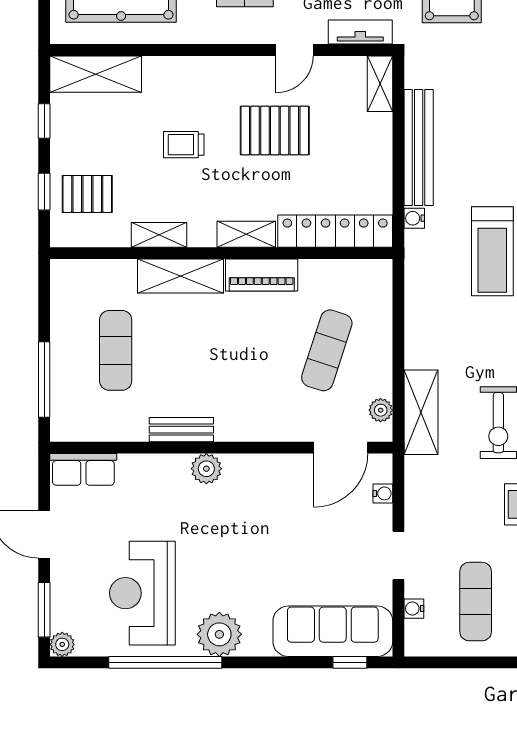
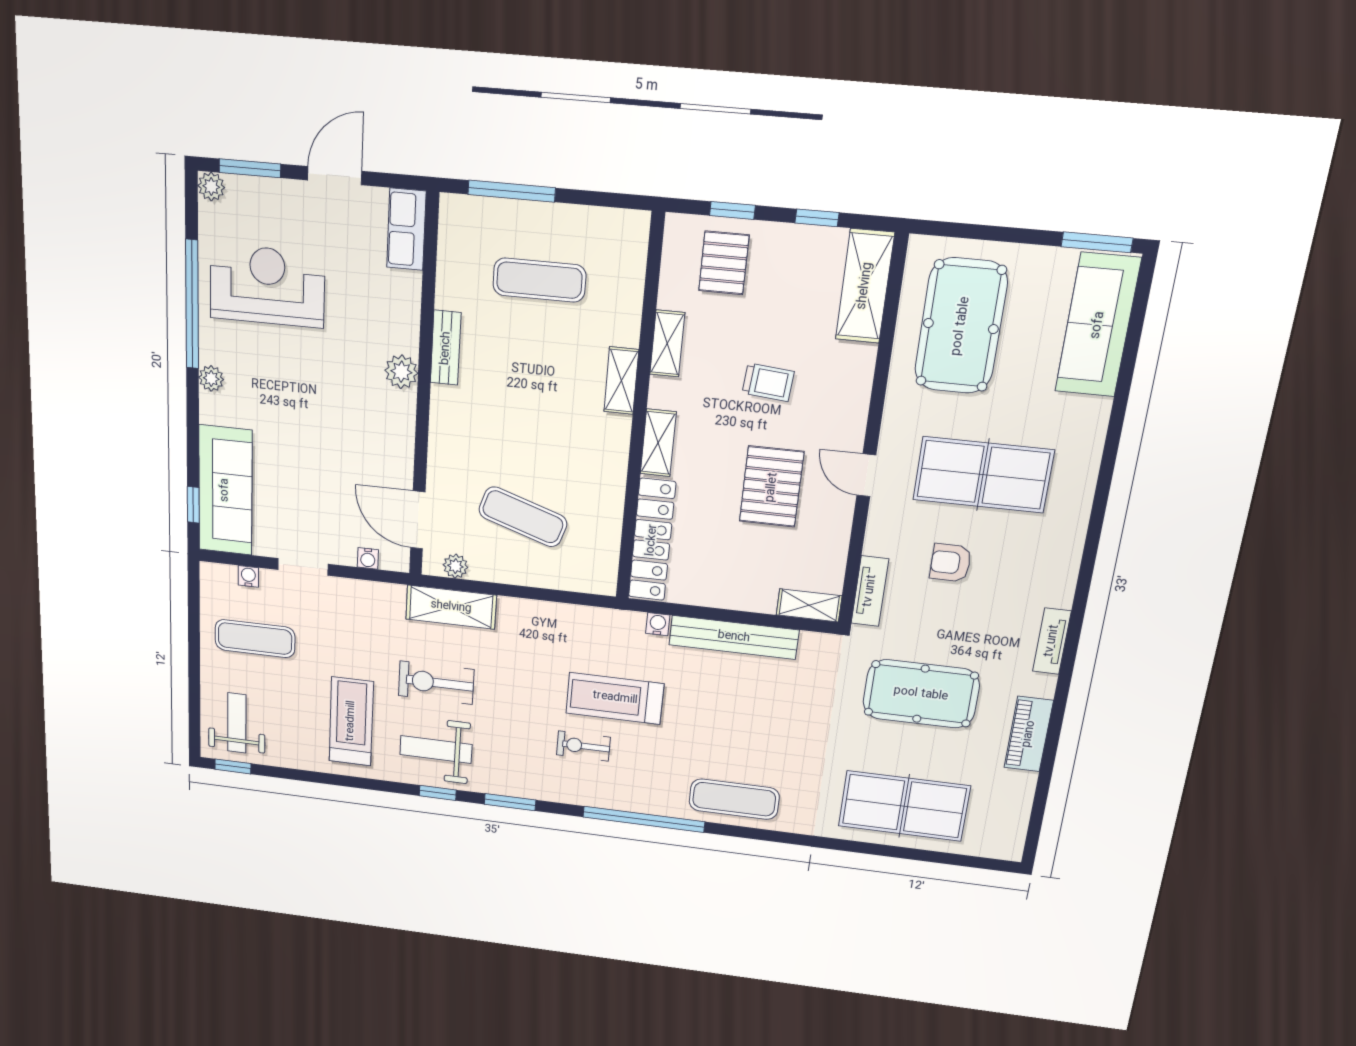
door: (295, 50) -> (866, 475), moved
trolley: (184, 145) -> (768, 382), turned 95
piano: (262, 275) -> (611, 455), removed
shelving: (181, 276) -> (621, 381), width x0.67, depth x0.75
plant: (219, 634) -> (211, 378), width x0.53, depth x0.53

